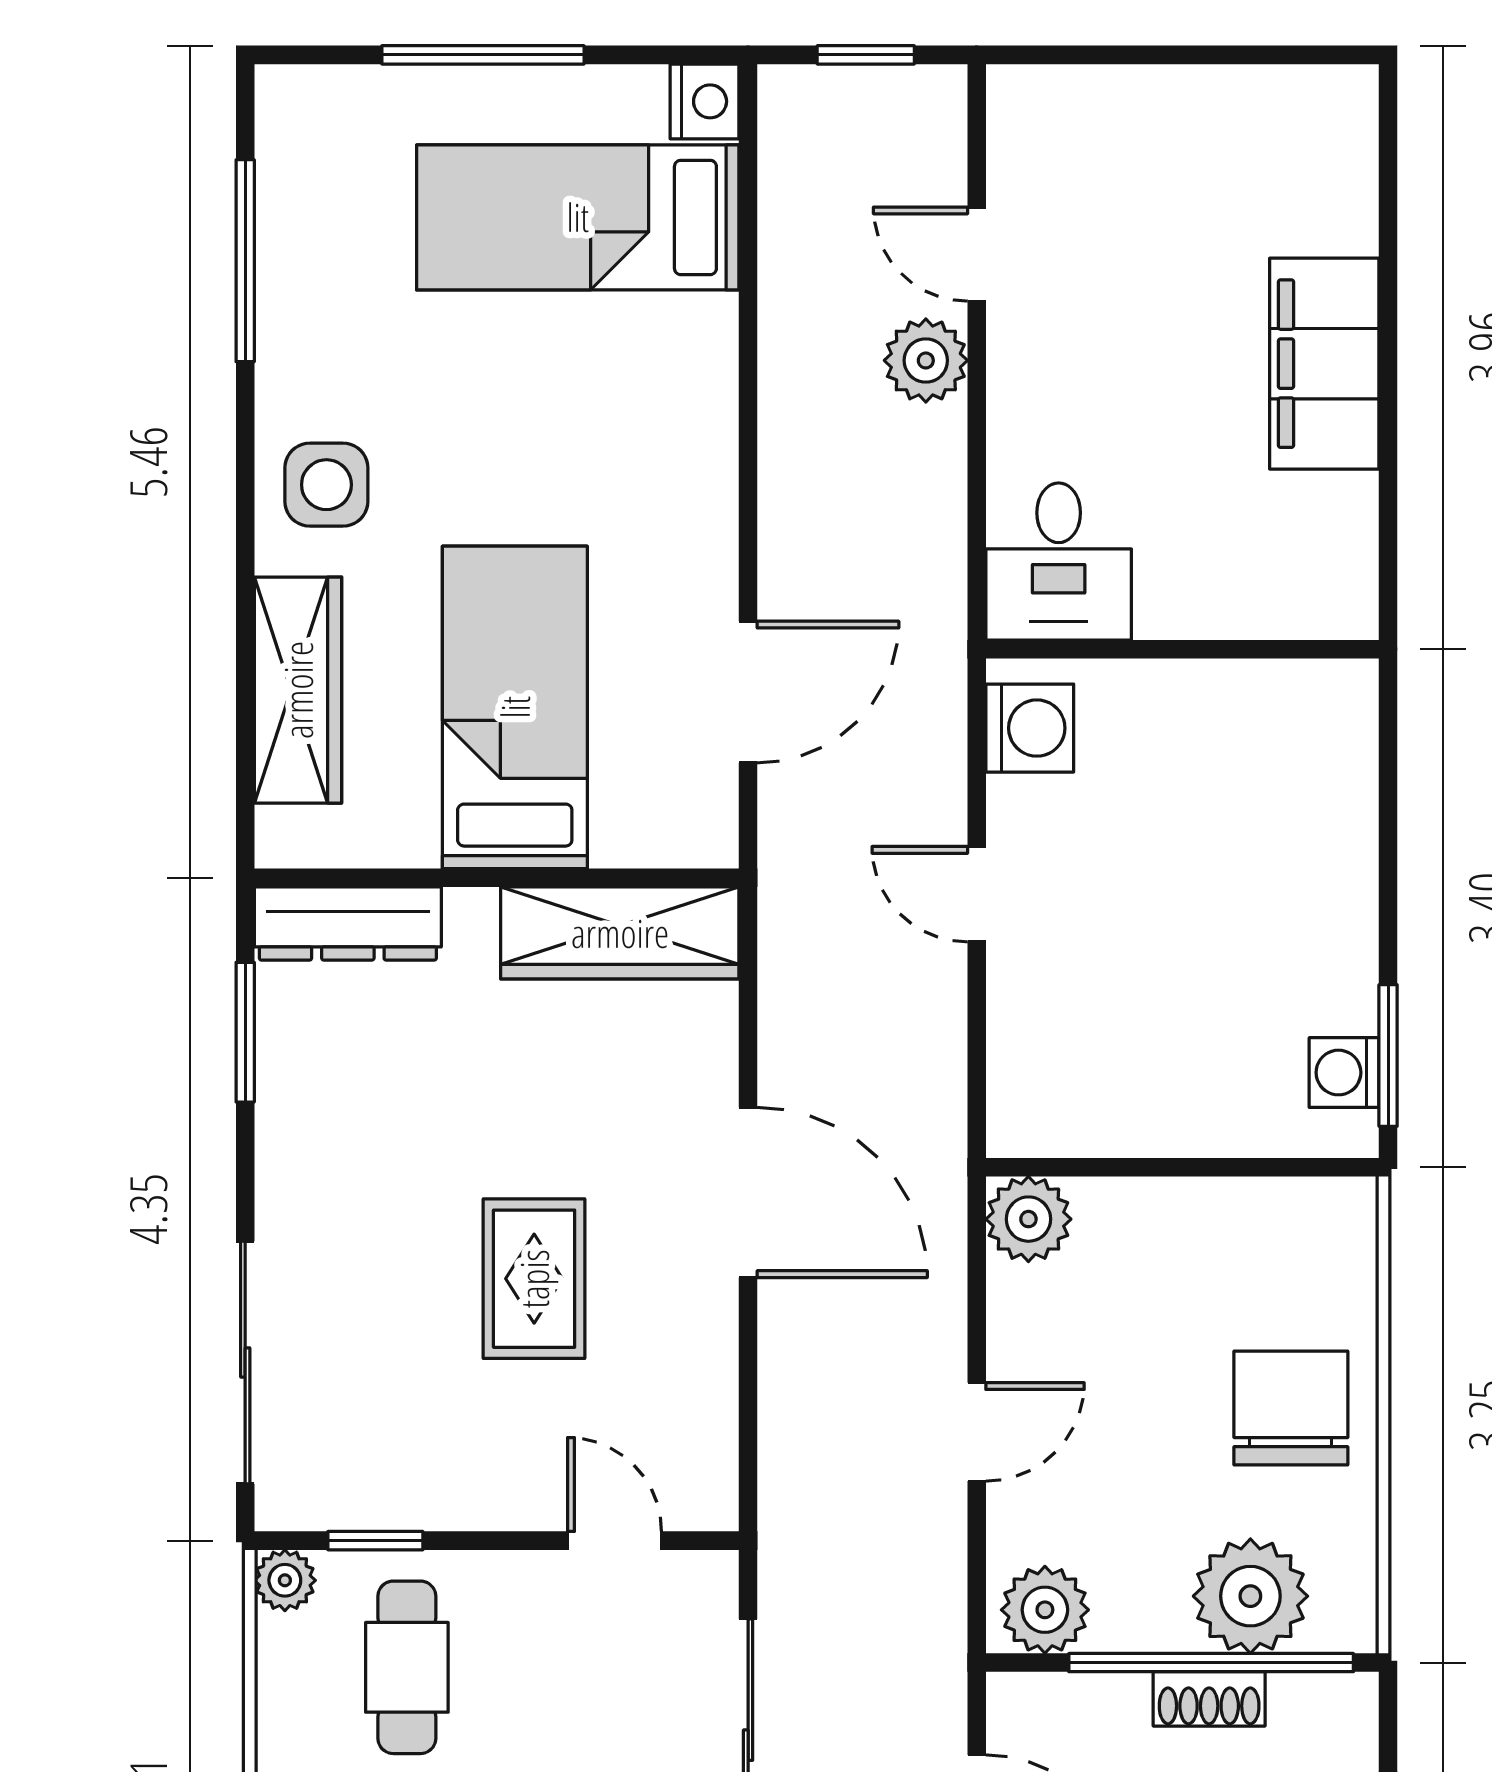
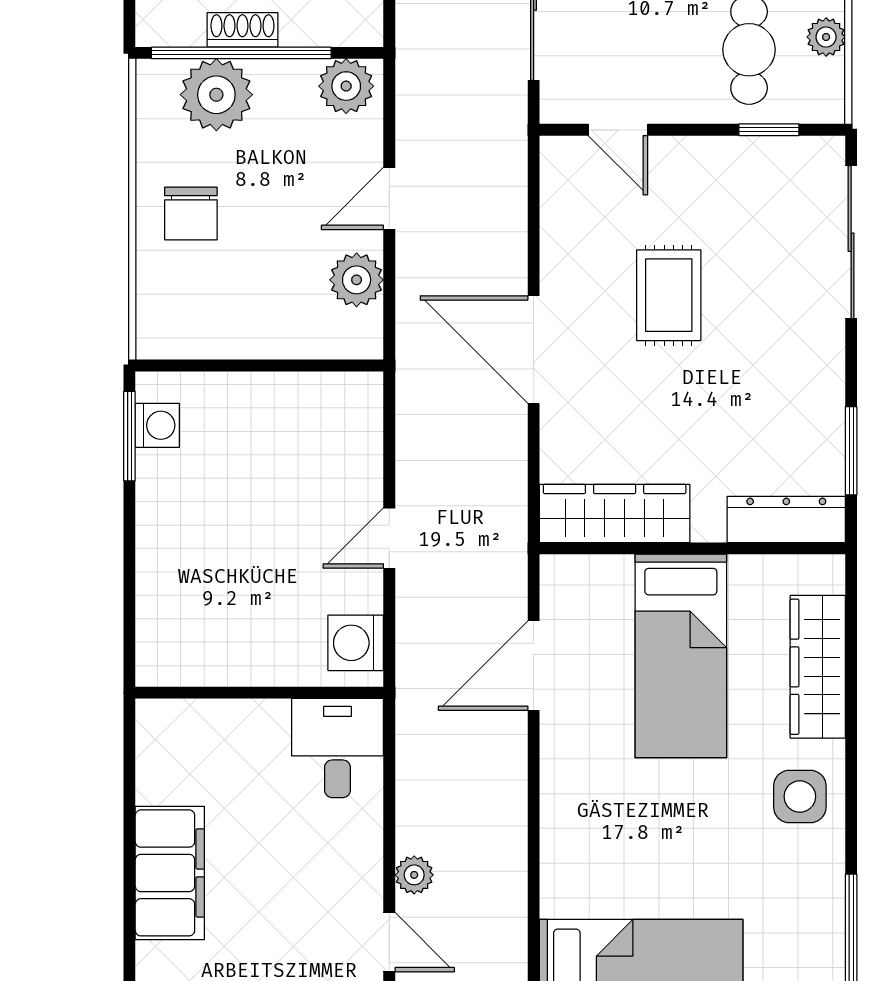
plant: (926, 360) -> (414, 875), width x0.73, depth x0.73
door: (977, 894) -> (389, 538), swing flipped
plant: (1028, 1219) -> (357, 280), moved
chair: (1291, 1408) -> (191, 213), width x0.73, depth x0.73
plant: (285, 1580) -> (826, 37), moved

